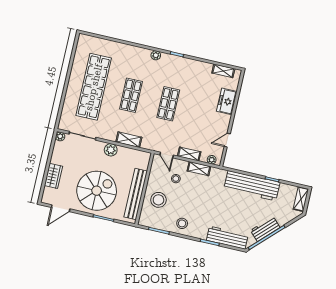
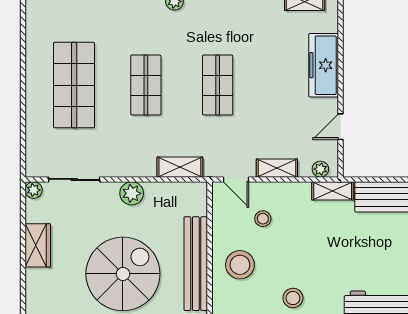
shop shelf: (94, 87) -> (74, 85), width x0.71
freezer: (227, 101) -> (324, 65), width x1.40
shelving: (129, 140) -> (180, 167), moved
shelving: (199, 169) -> (333, 191), moved
wardrobe: (53, 176) -> (38, 245), moved

